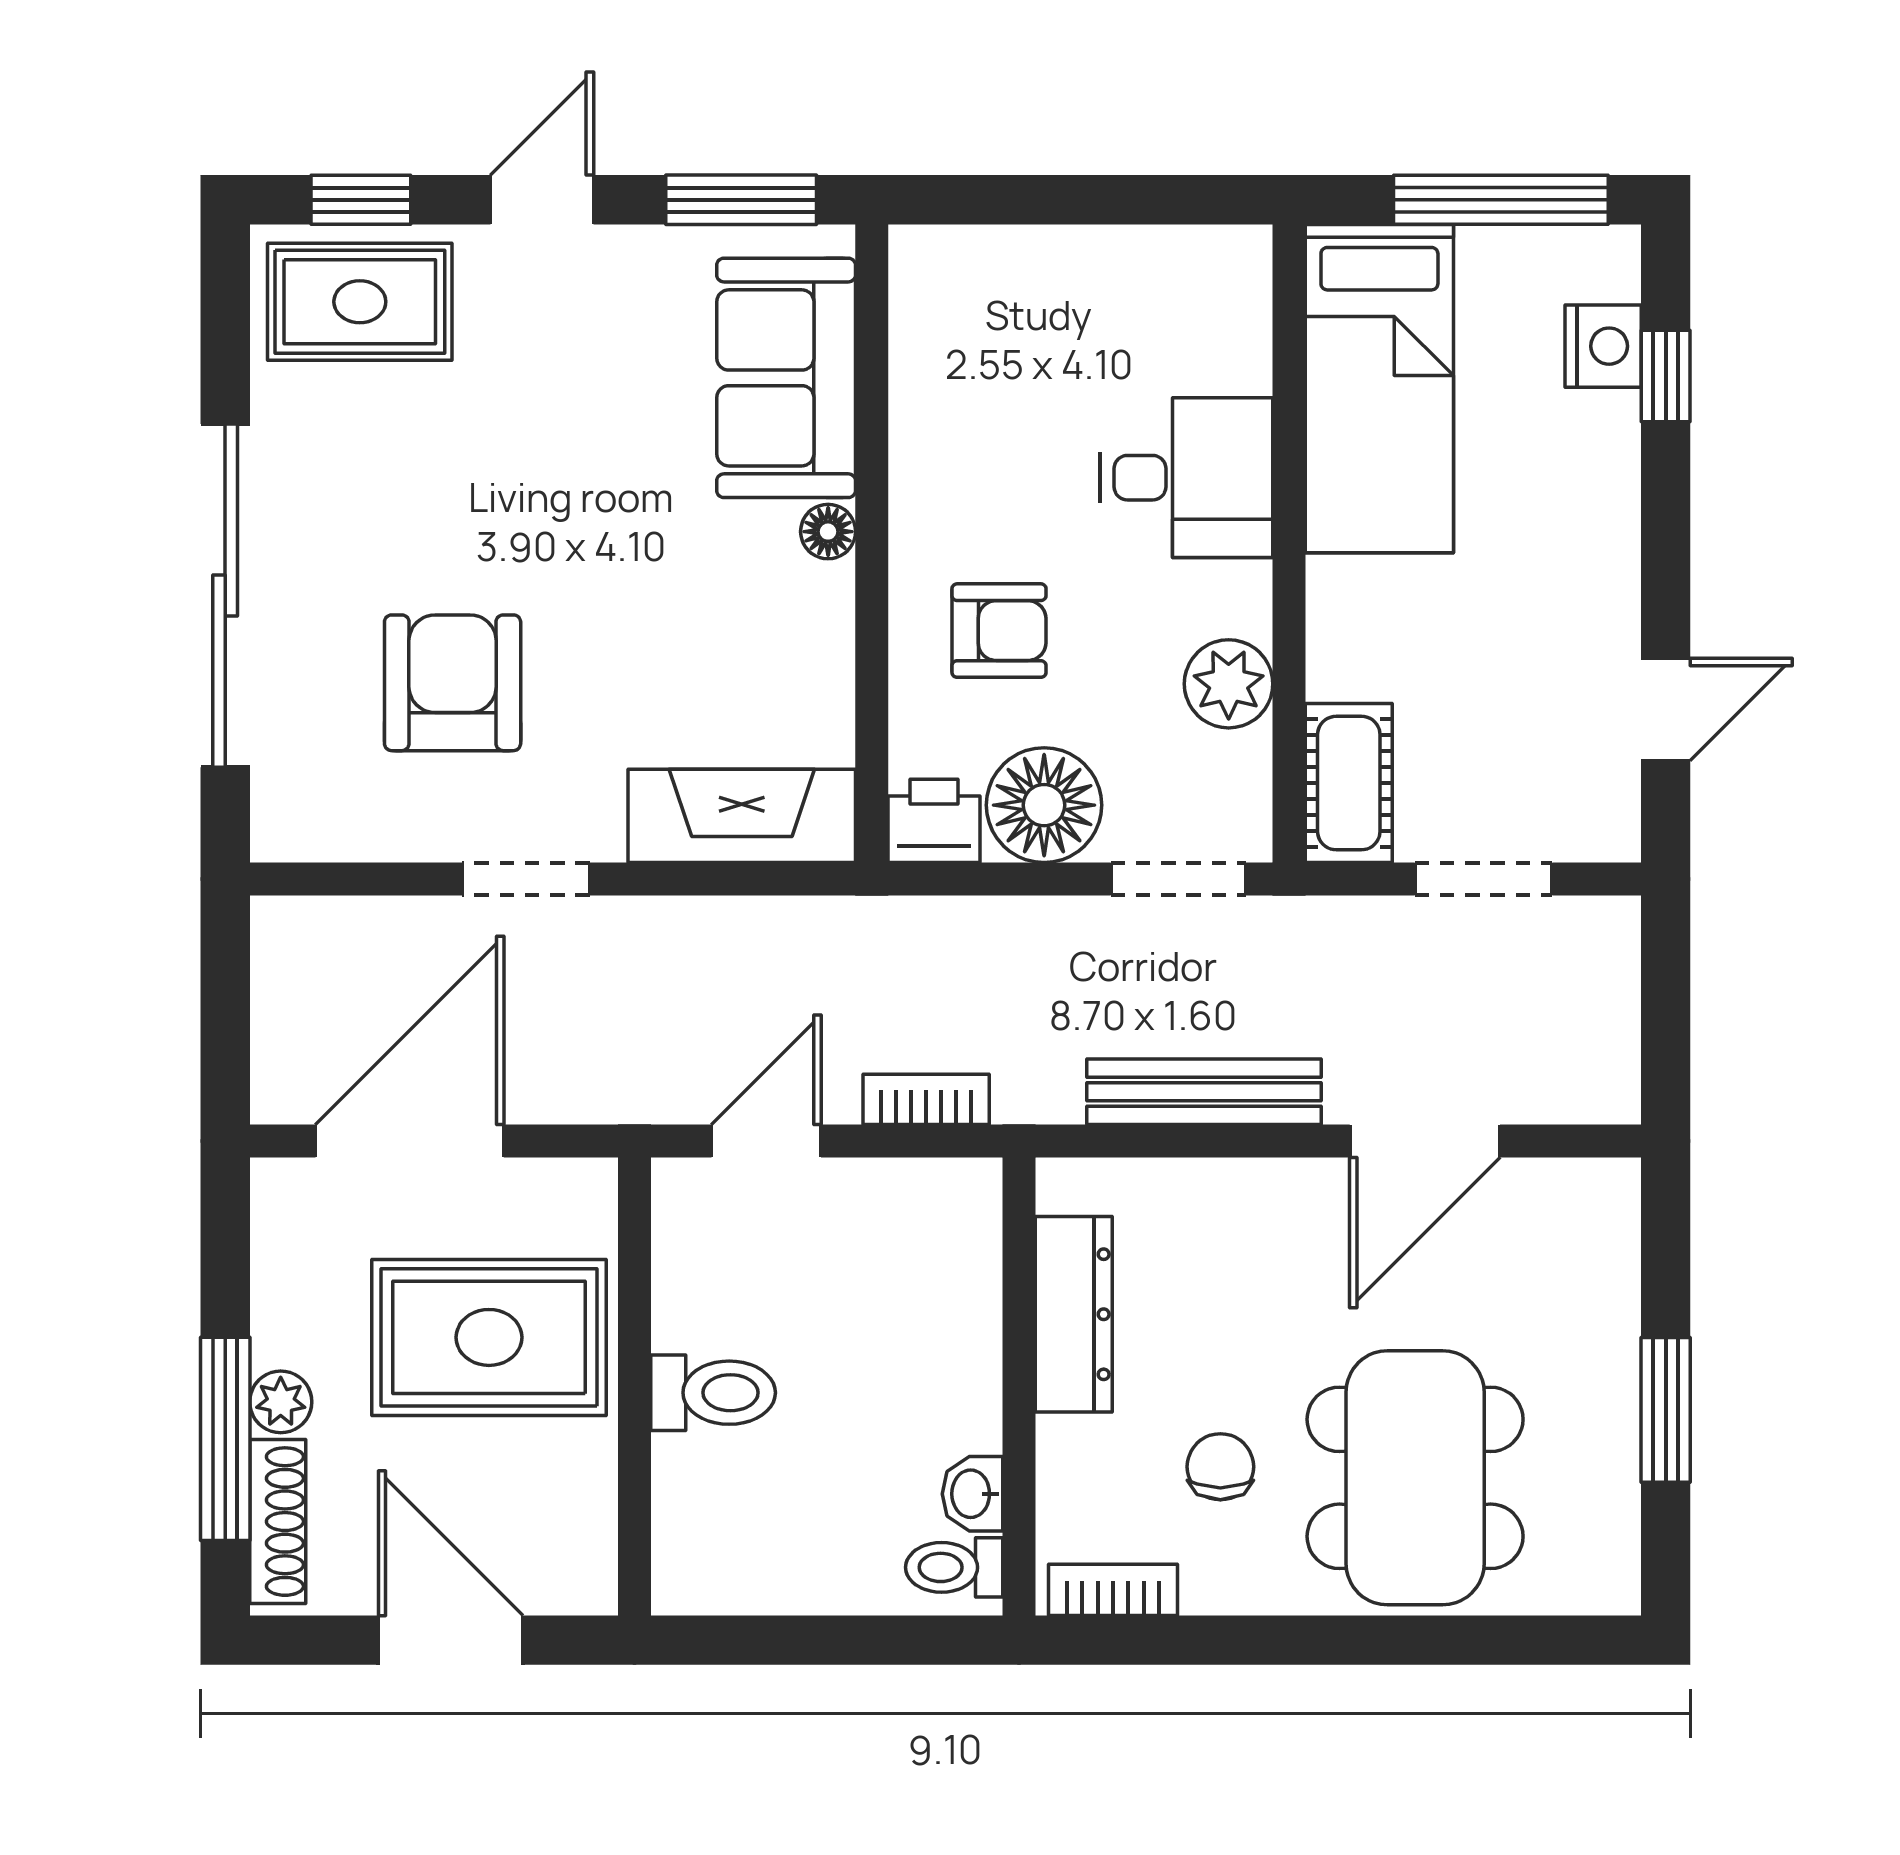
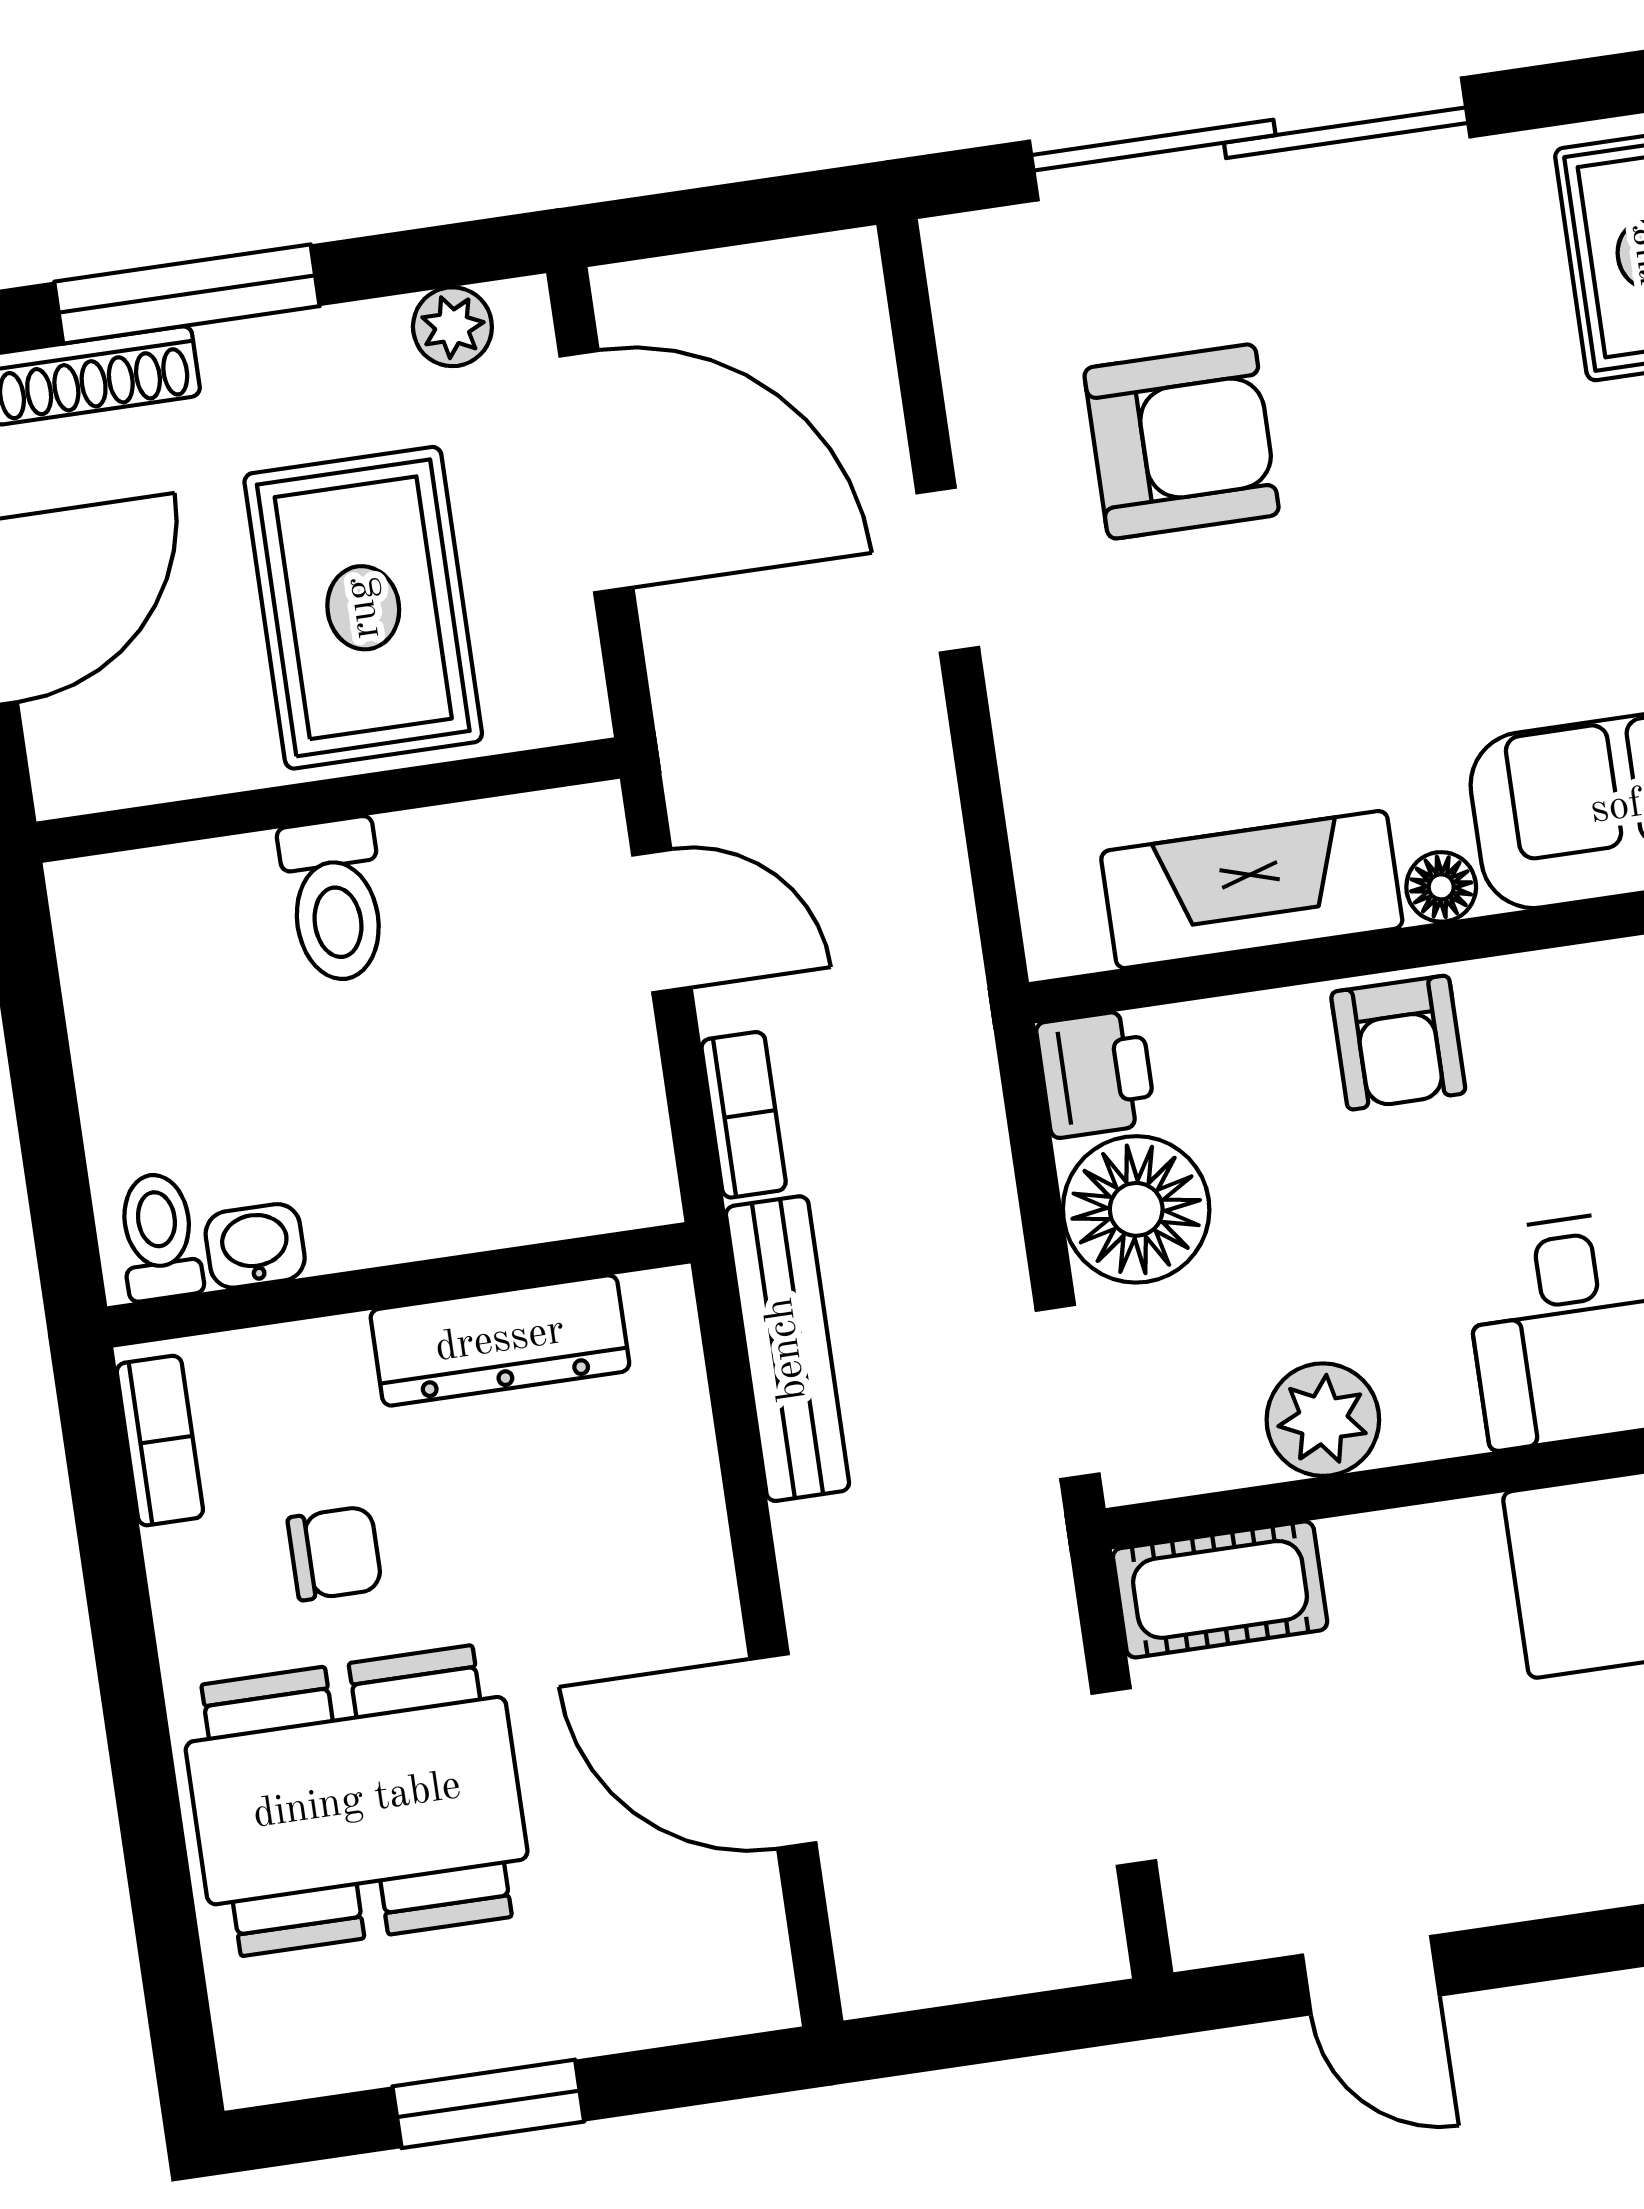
armchair: (999, 631) -> (1398, 1043), moved
fireplace: (742, 816) -> (1252, 890), moved, turned -90
bench: (1204, 1092) -> (787, 1349), moved
plant: (281, 1402) -> (452, 327), moved

